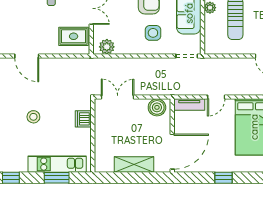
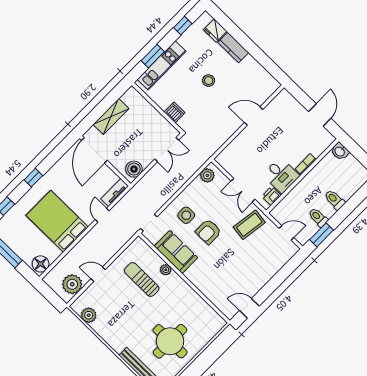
rug: (74, 36) -> (236, 160), removed
window: (224, 178) -> (33, 178), moved

